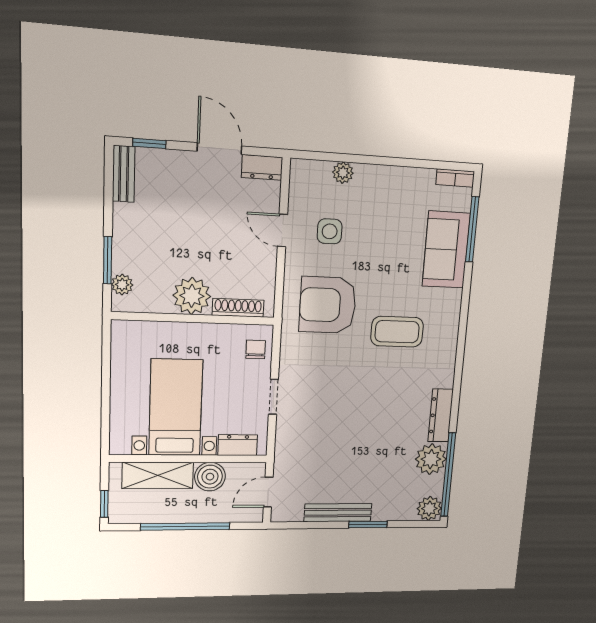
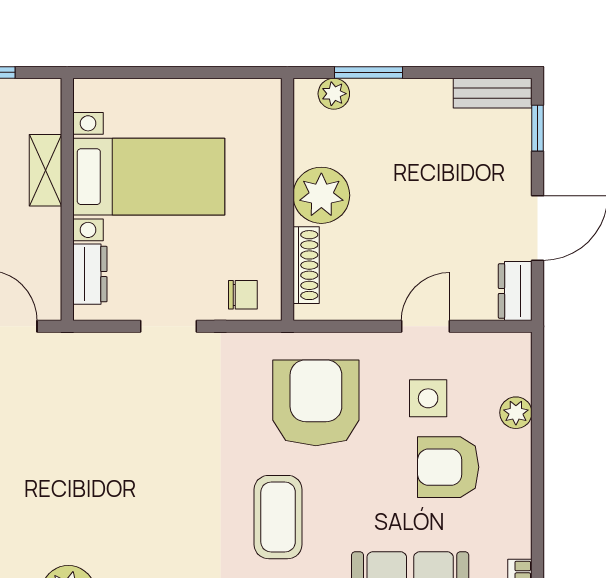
armchair: (375, 221) -> (448, 467), added
shelving: (158, 475) -> (45, 170), width x0.67, depth x0.75
boiler: (210, 477) -> (38, 233), removed

